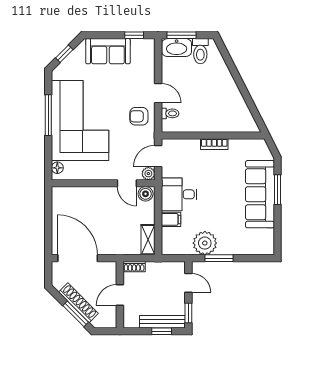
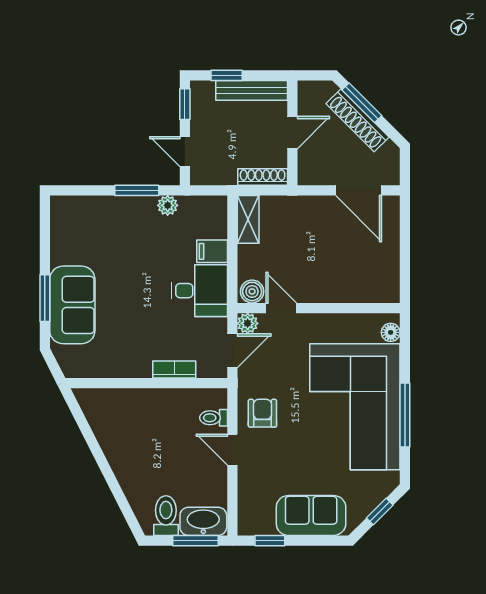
armchair: (139, 116) -> (262, 413), turned -90
bookcase: (214, 144) -> (174, 369), moved
sofa: (260, 194) -> (72, 305), width x0.73
plant: (205, 243) -> (168, 205), width x0.53, depth x0.53
door: (78, 258) -> (359, 190), width x0.73
shoe rack: (134, 267) -> (263, 177), width x1.43
bench: (162, 322) -> (252, 90), moved

